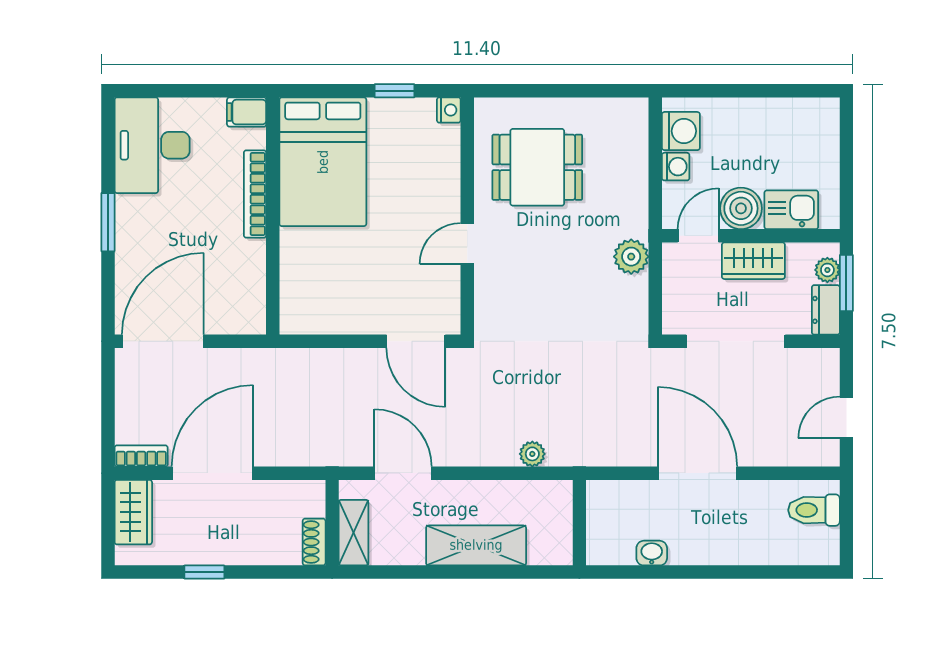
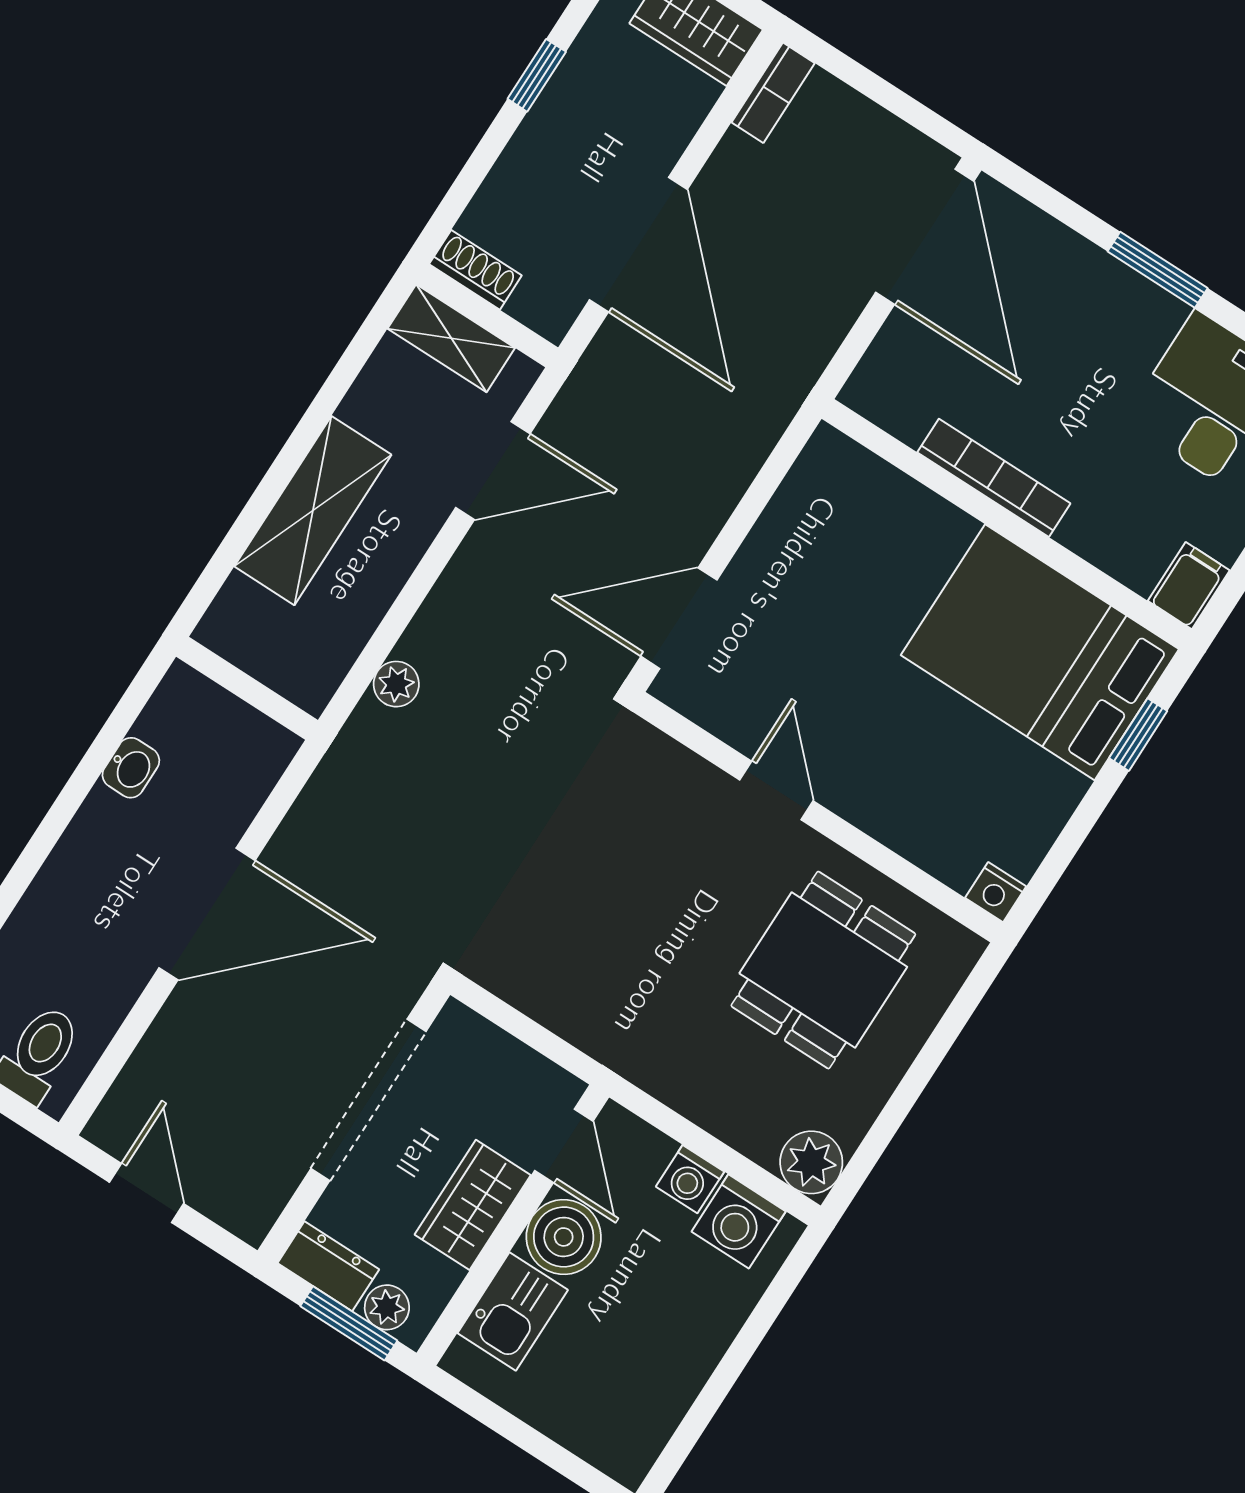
window: (395, 91) -> (1138, 735), moved
bookcase: (255, 194) -> (994, 478), moved
plant: (631, 257) -> (811, 1162), moved
door: (212, 473) -> (638, 245), moved

